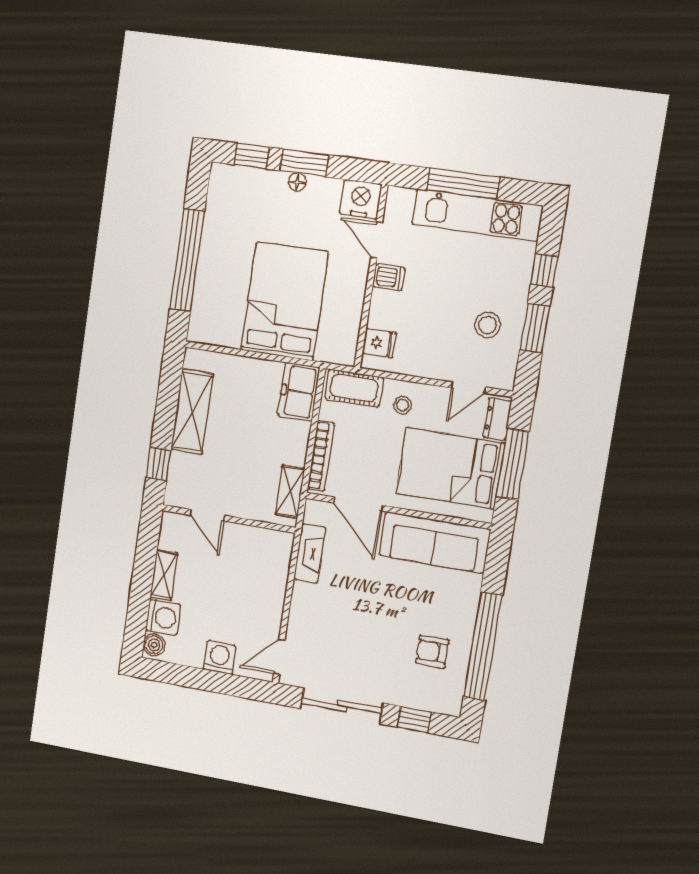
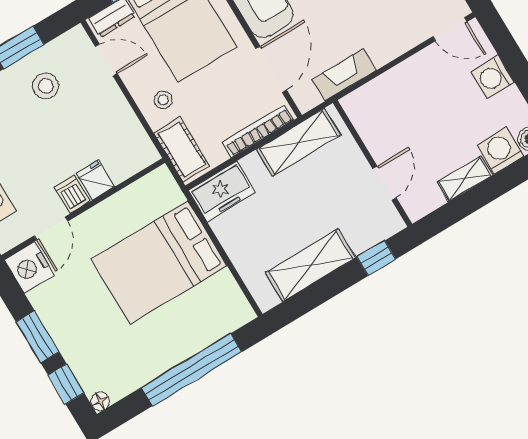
floor lamp: (297, 182) -> (100, 401), moved
fridge: (379, 343) -> (95, 180), moved
shelving: (290, 491) -> (298, 142), width x1.50, depth x1.33

